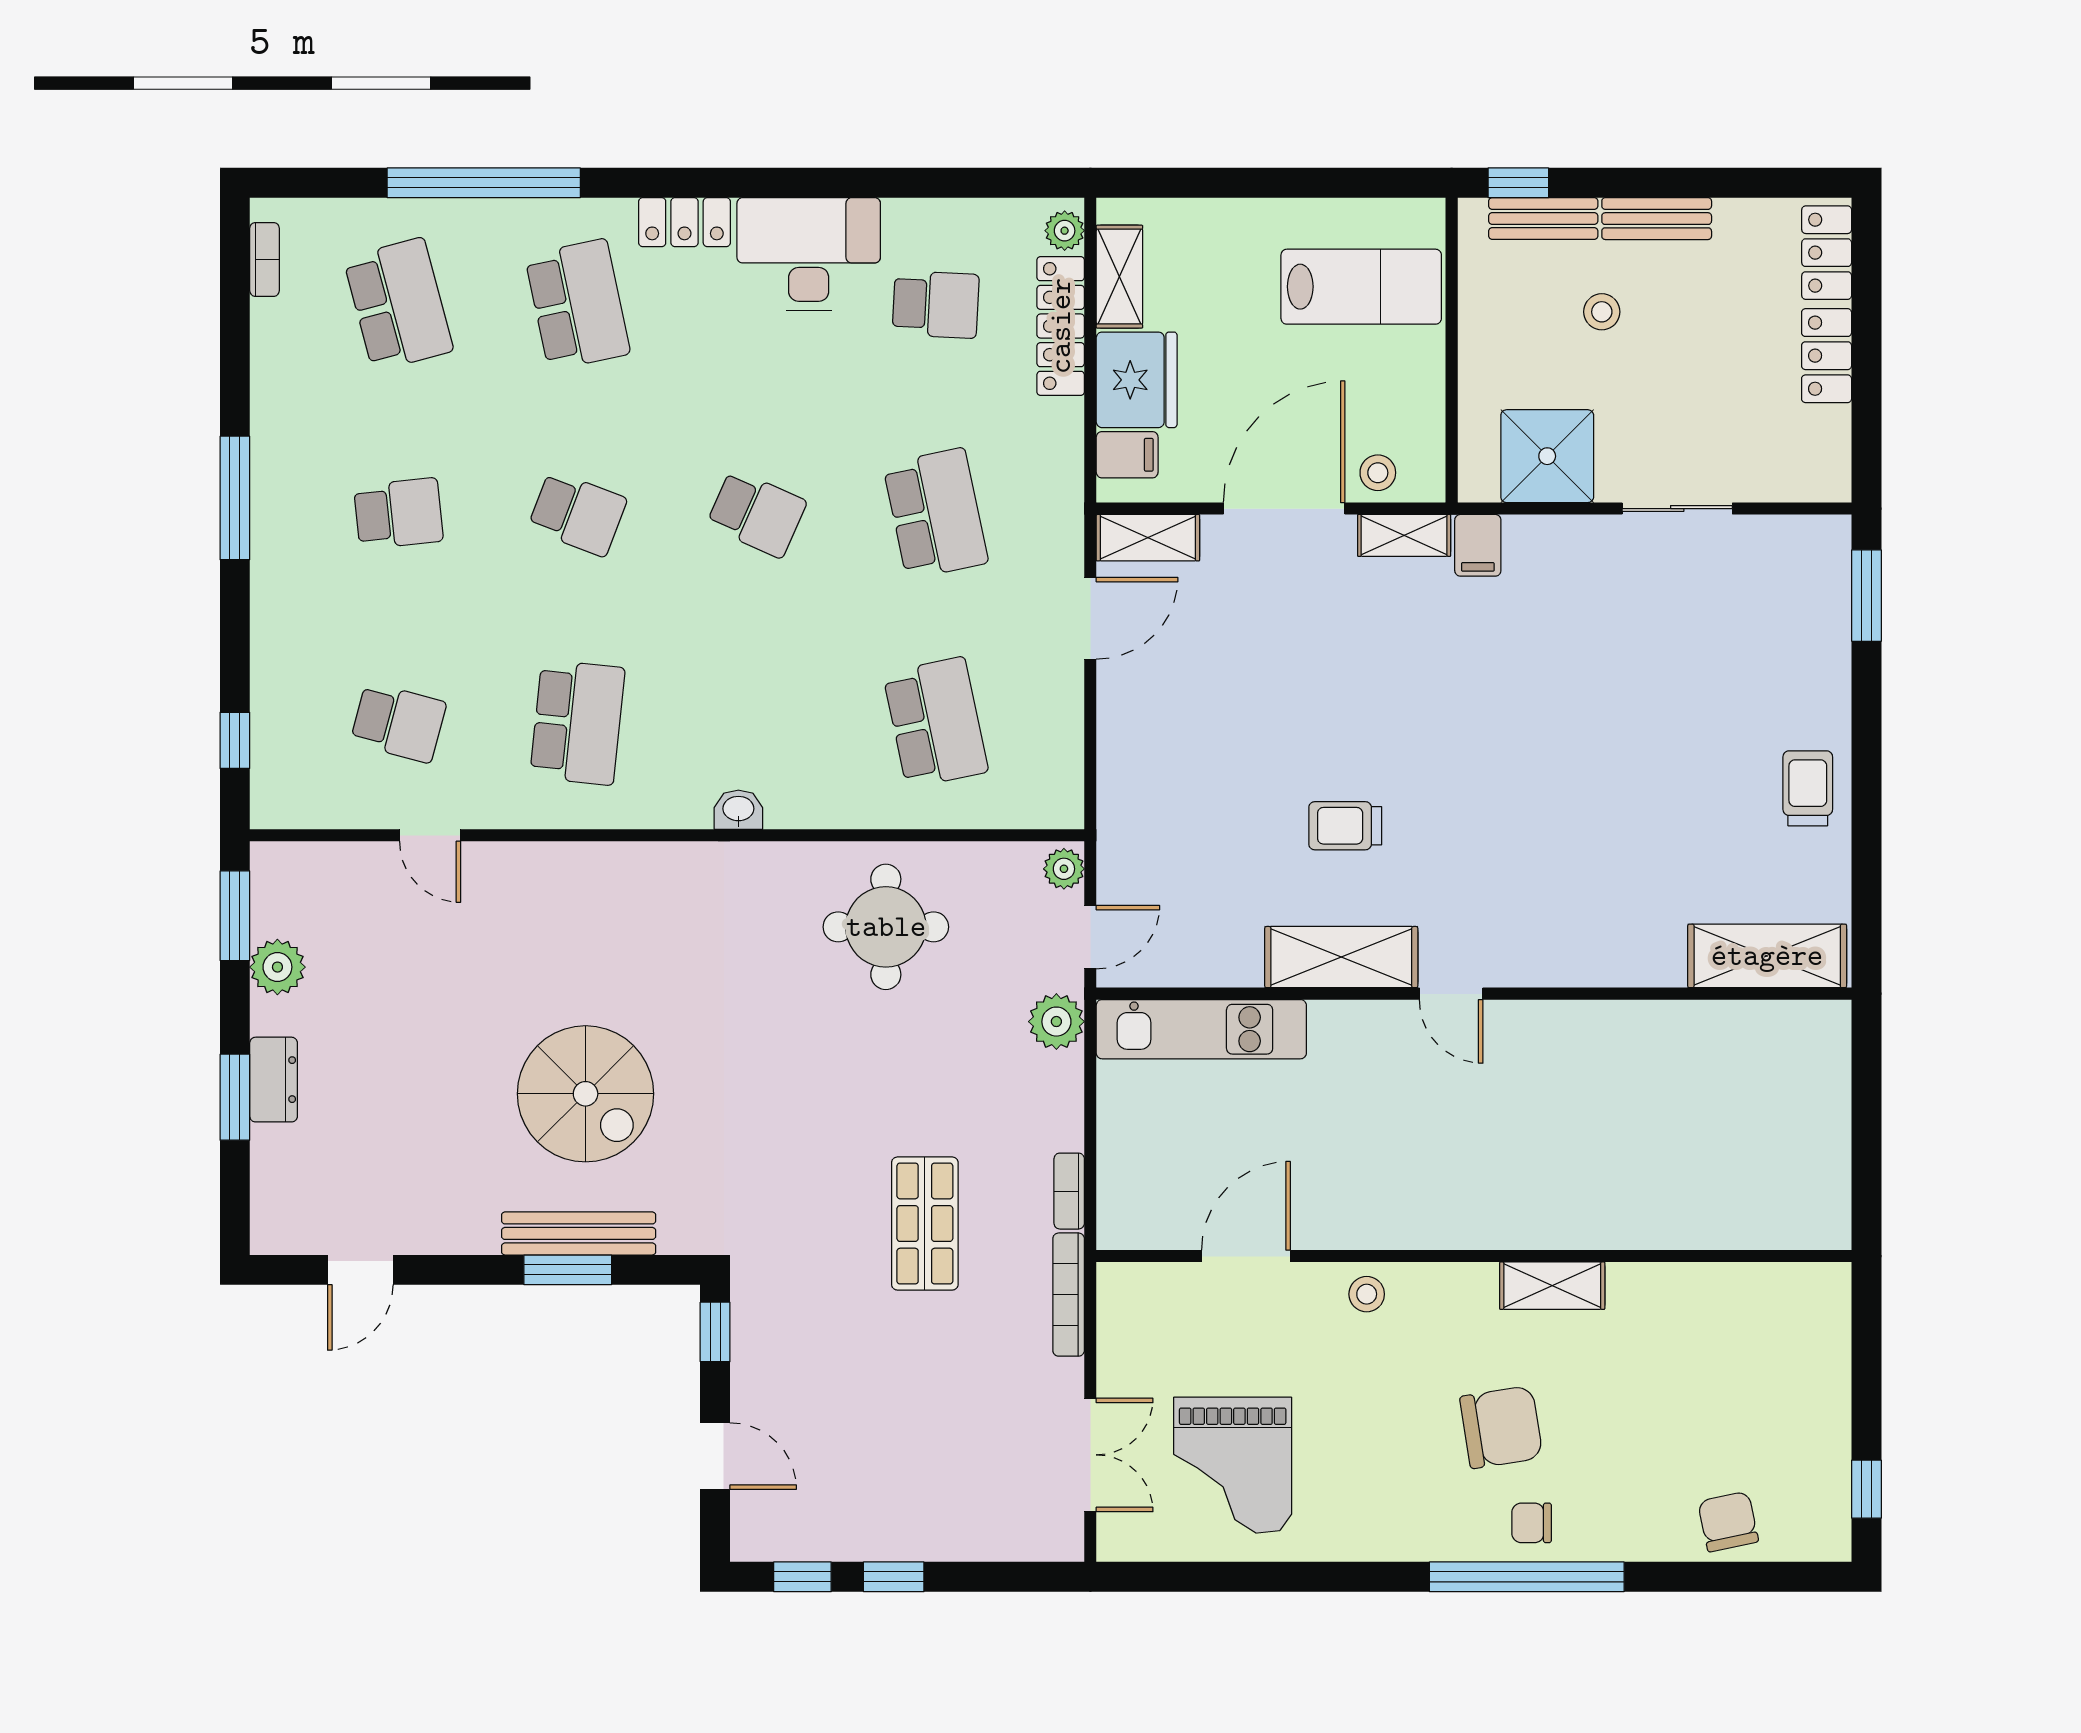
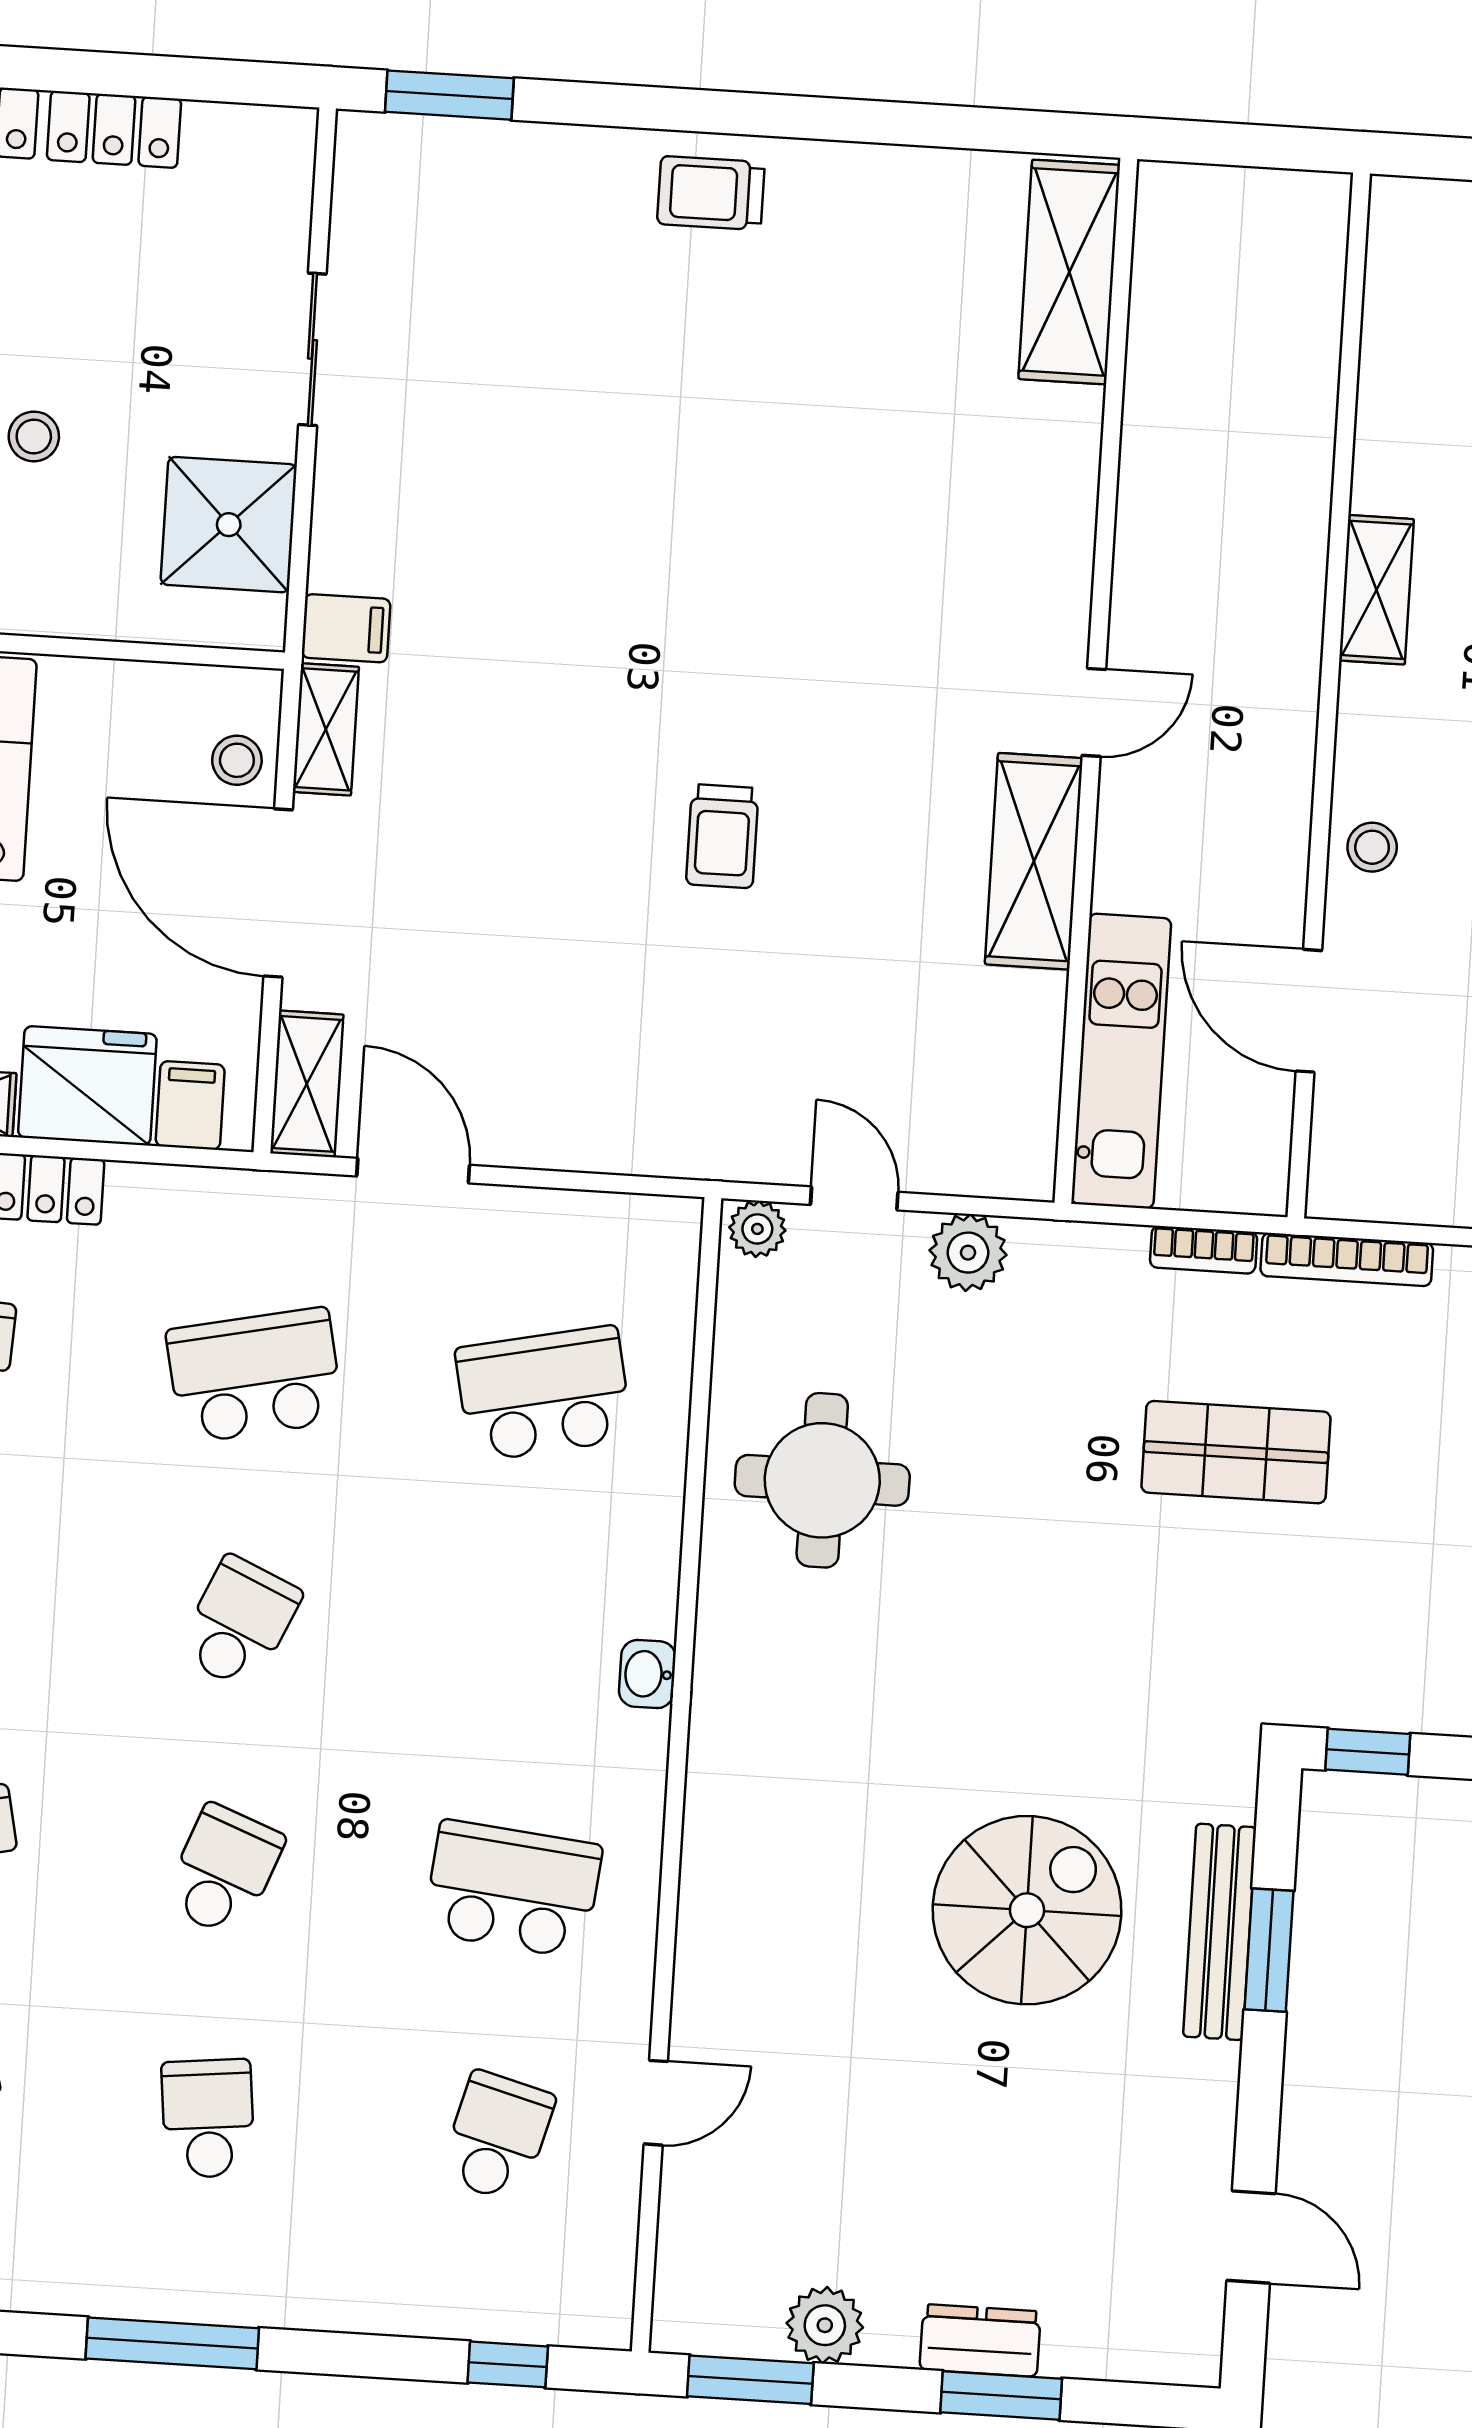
shelving: (1767, 956) -> (1069, 272), moved
shelving: (1341, 957) -> (1034, 861), moved
door: (1451, 994) -> (1094, 712), moved
wall: (1474, 994) -> (1096, 681), moved
kitchen unit: (1201, 1029) -> (1121, 1061), moved

